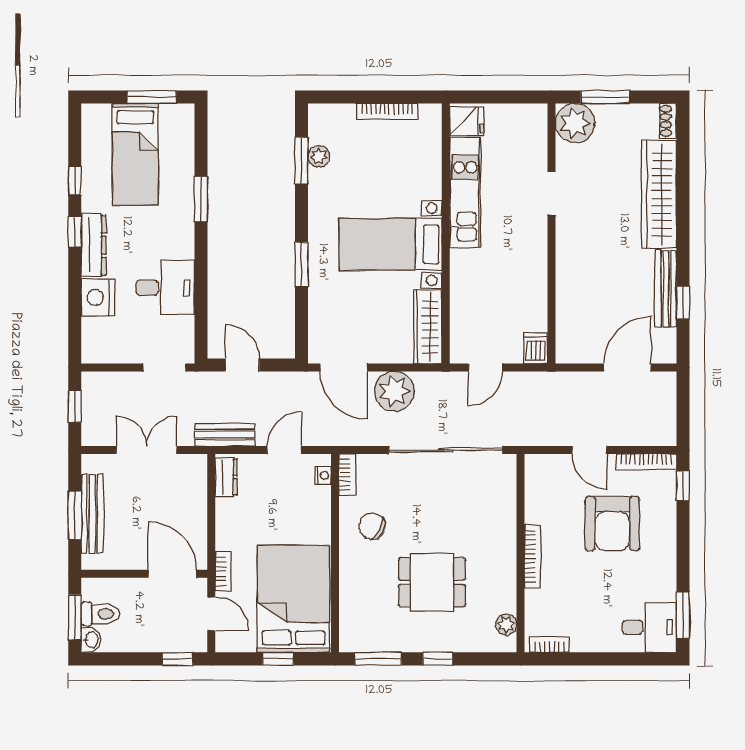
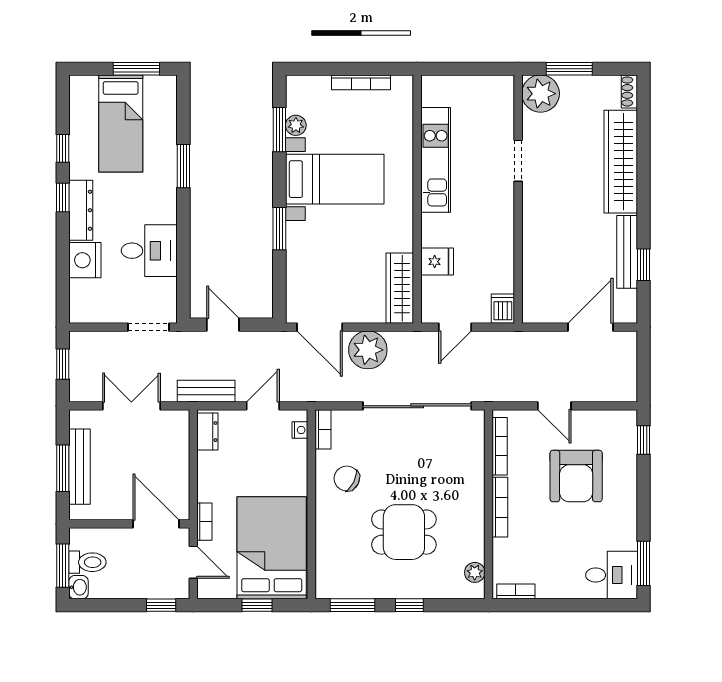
fridge: (467, 121) -> (437, 262), moved
bed with nightstands: (391, 244) -> (335, 179), moved, turned 180
bookcase: (646, 462) -> (500, 446), moved, turned -90

